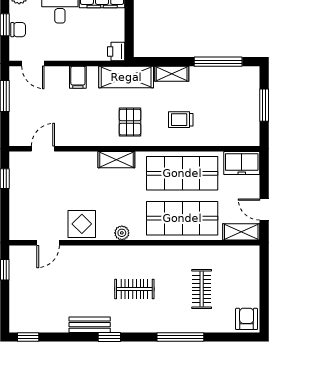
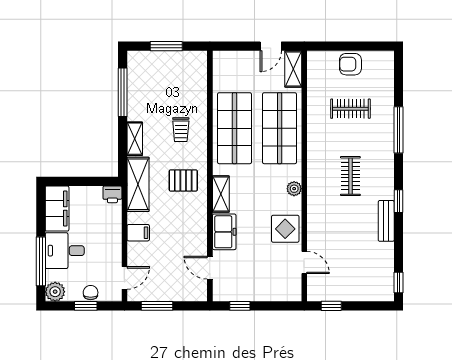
freezer: (242, 163) -> (224, 232), moved
armchair: (247, 319) -> (350, 64), moved

